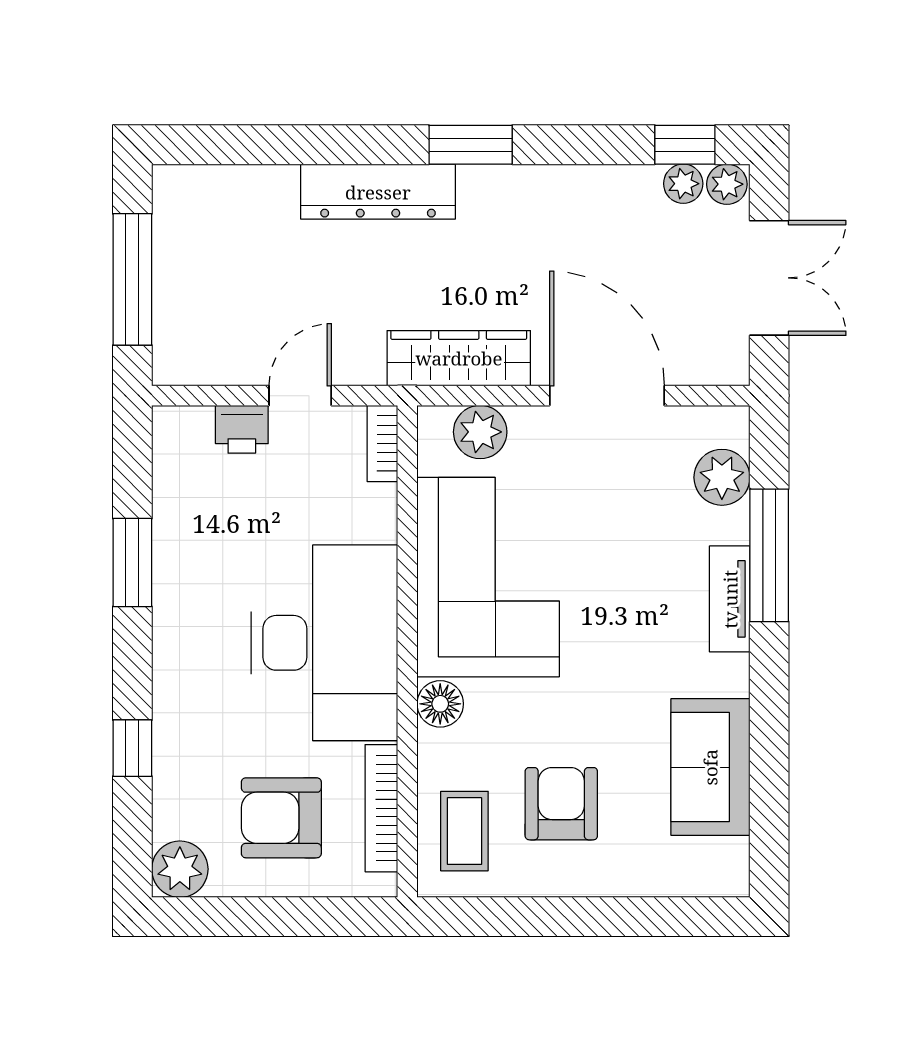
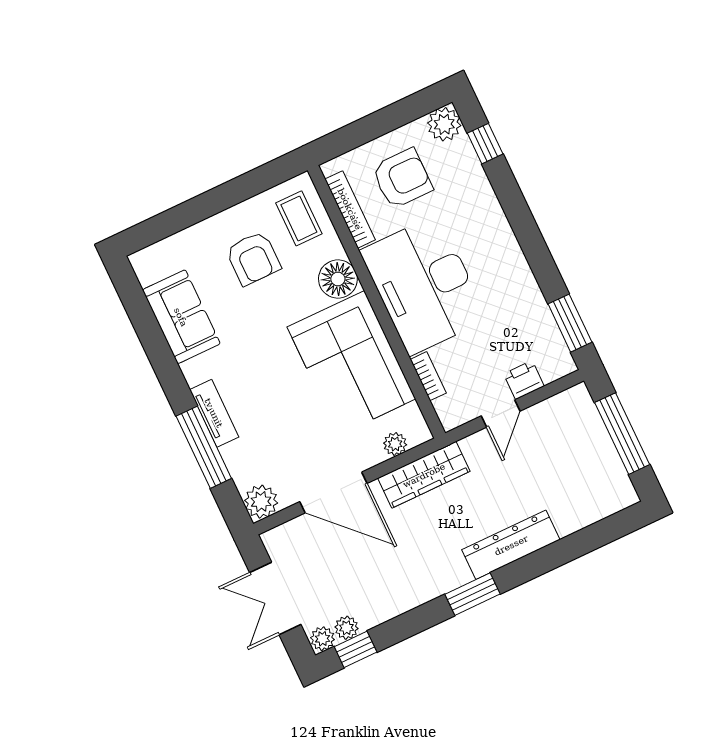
plant: (480, 432) -> (395, 444), width x0.73, depth x0.73
bookcase: (382, 443) -> (428, 376), moved
plant: (722, 477) -> (261, 502), moved
window: (132, 562) -> (570, 323), moved
floor lamp: (440, 704) -> (338, 279), width x1.38, depth x1.38
window: (132, 748) -> (485, 144), moved

